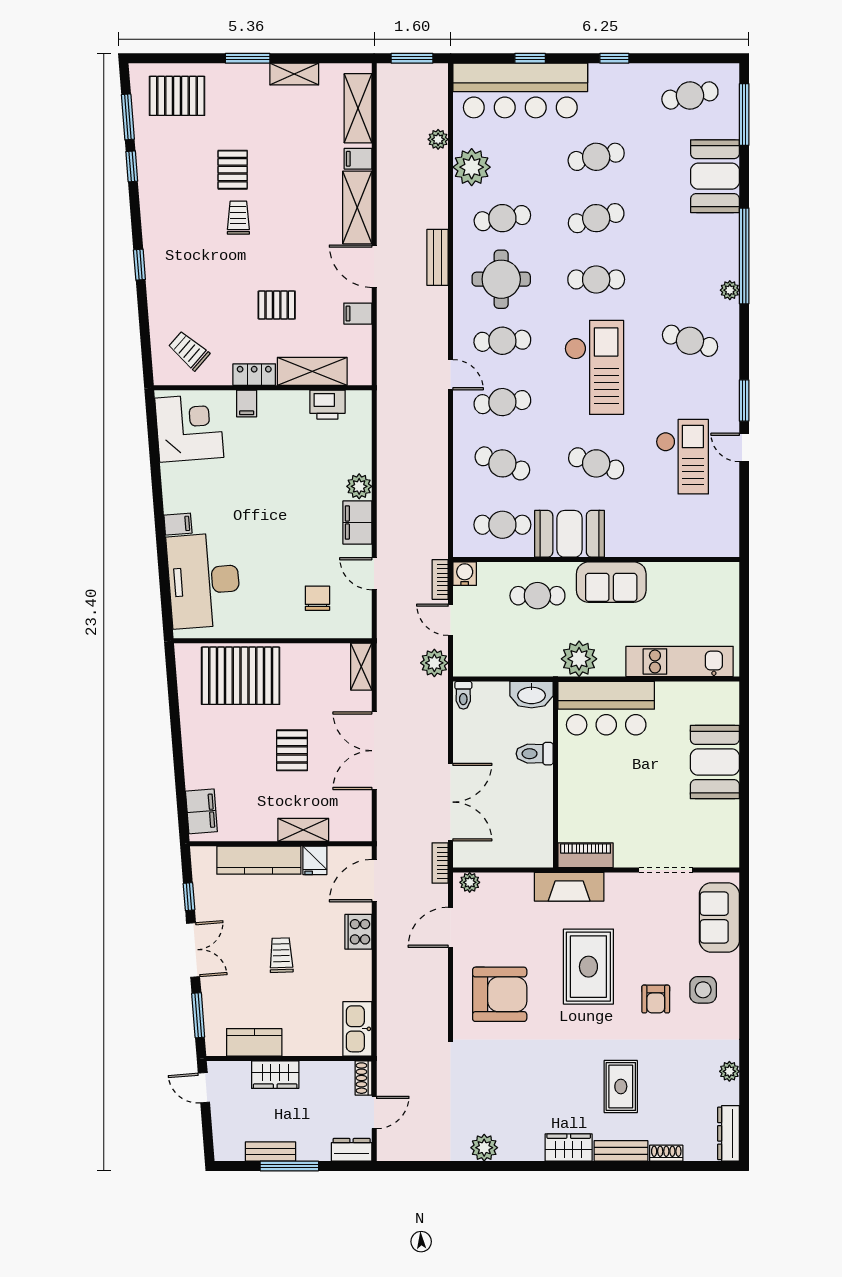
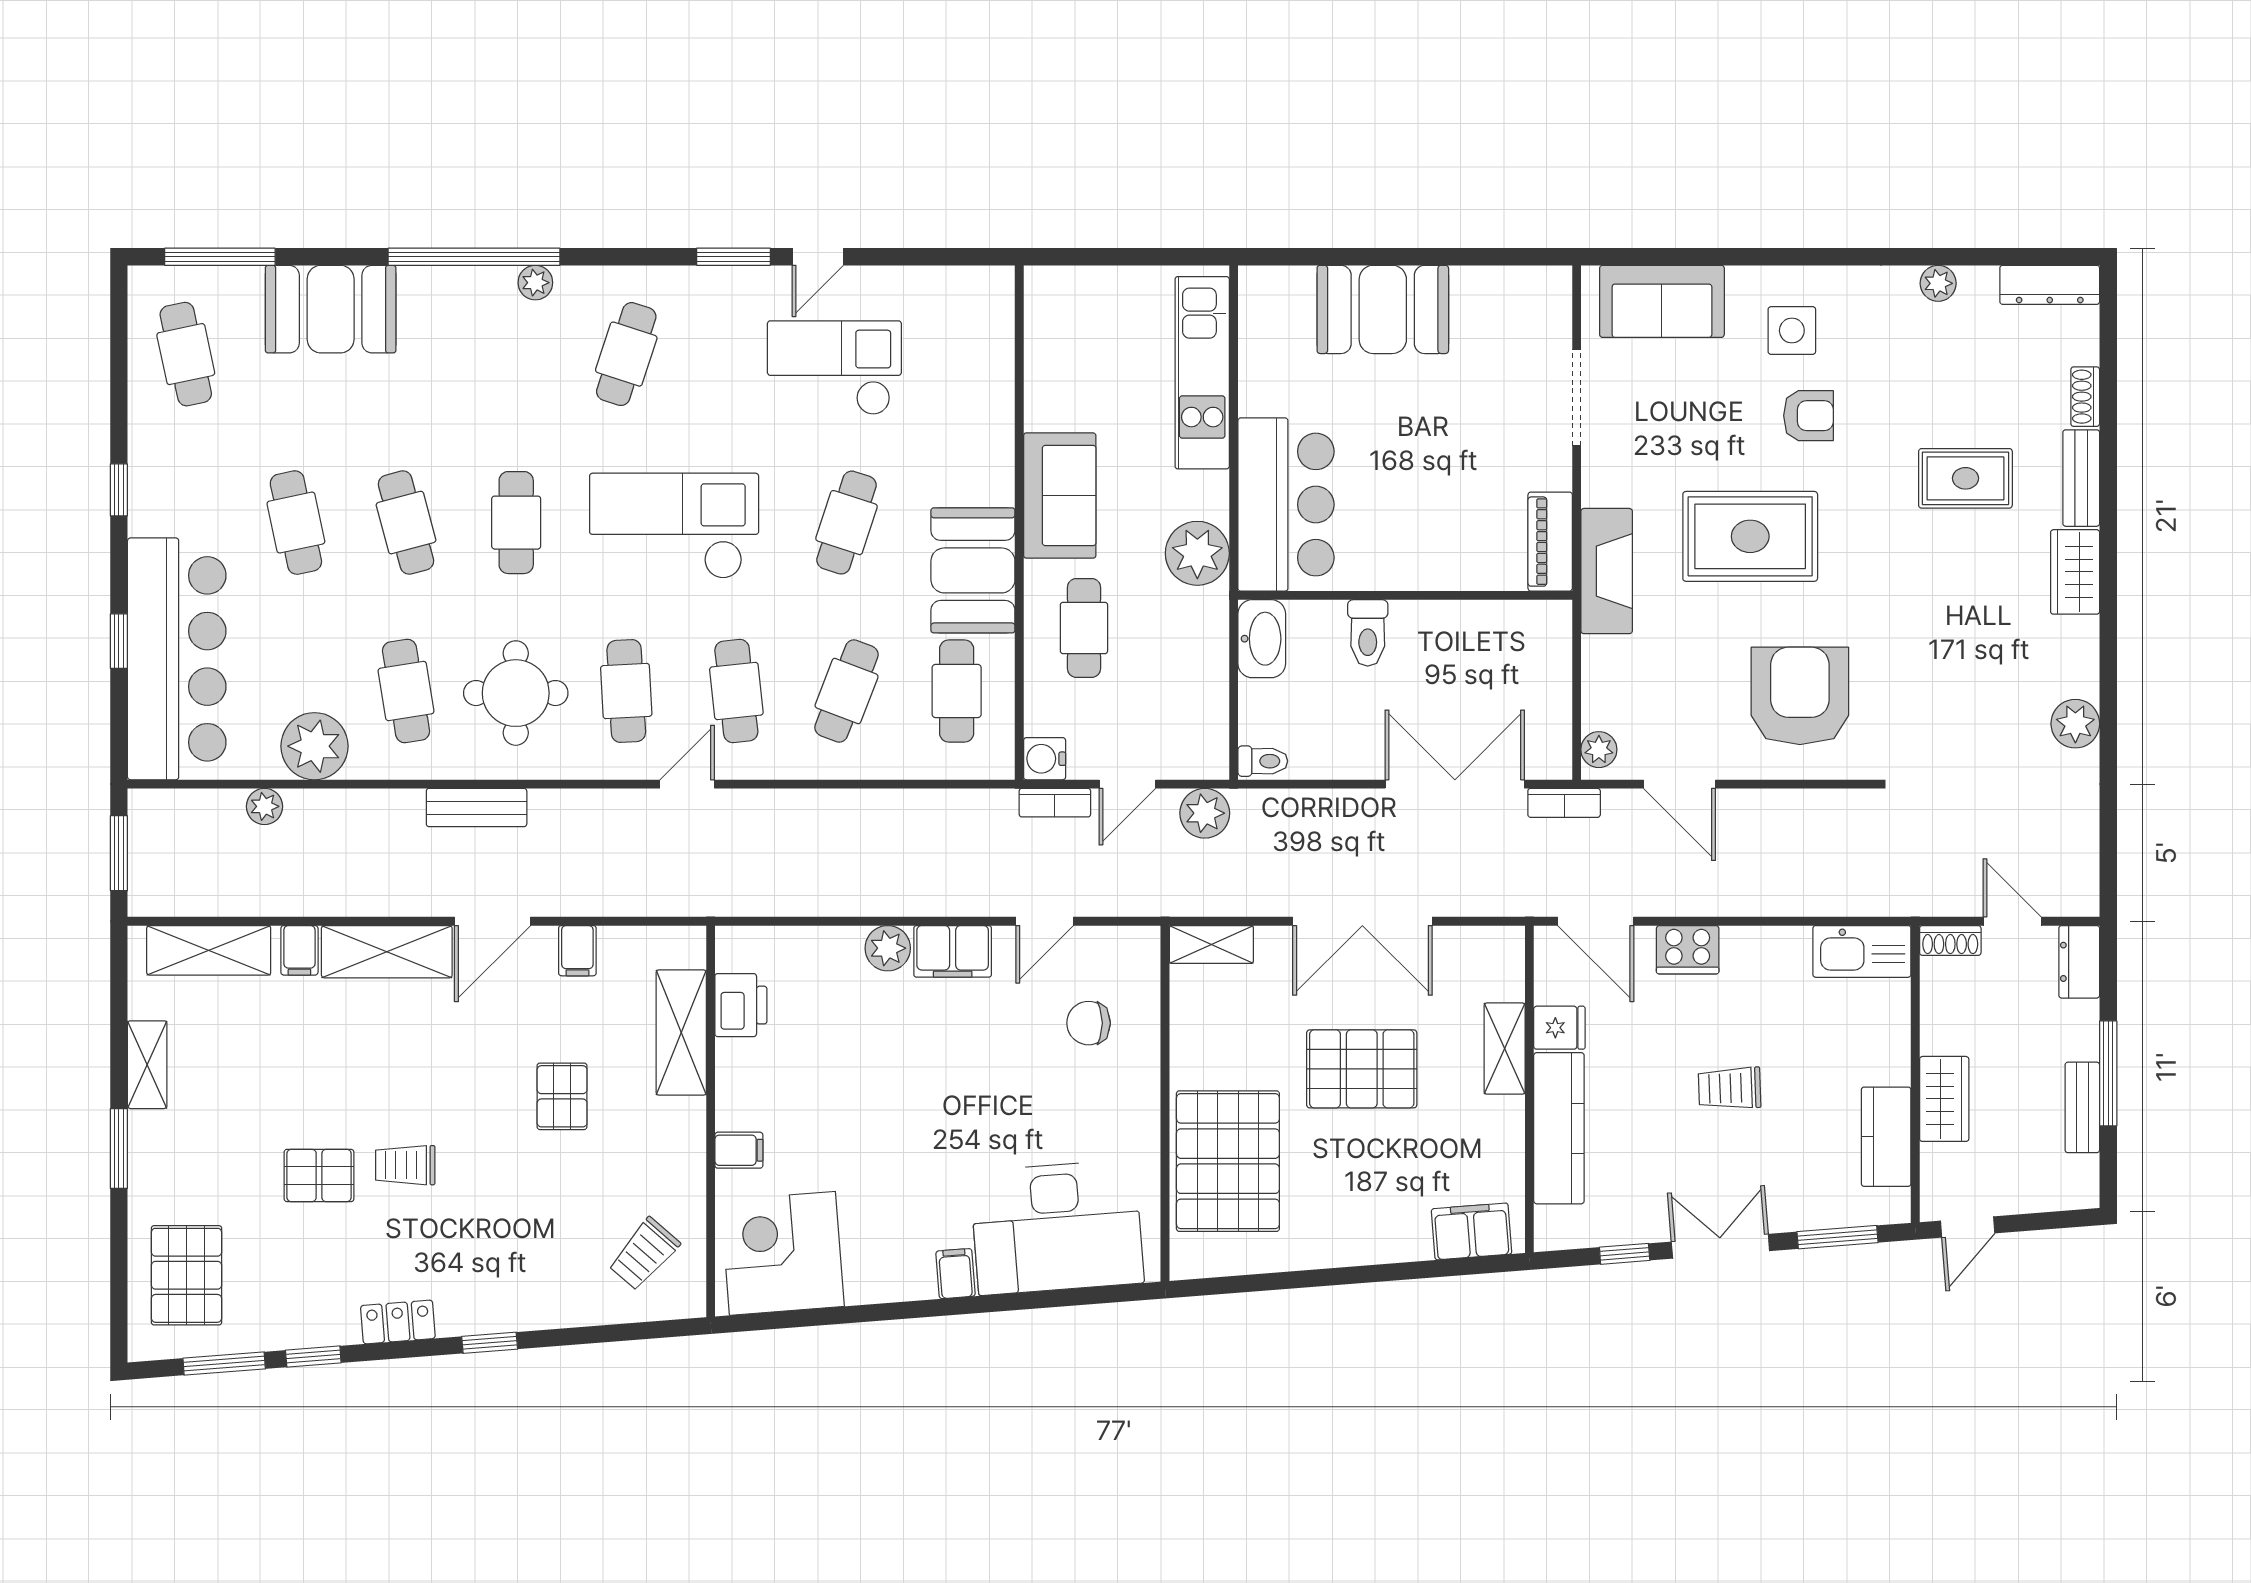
locker: (254, 375) -> (398, 1322), moved, turned 86
pallet: (292, 750) -> (1362, 1069), width x1.50, depth x1.42

